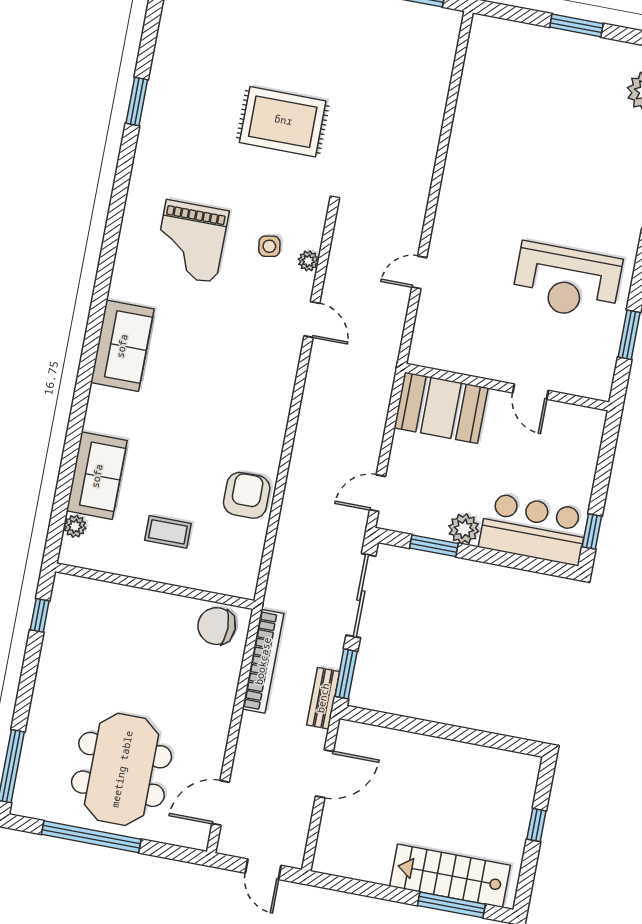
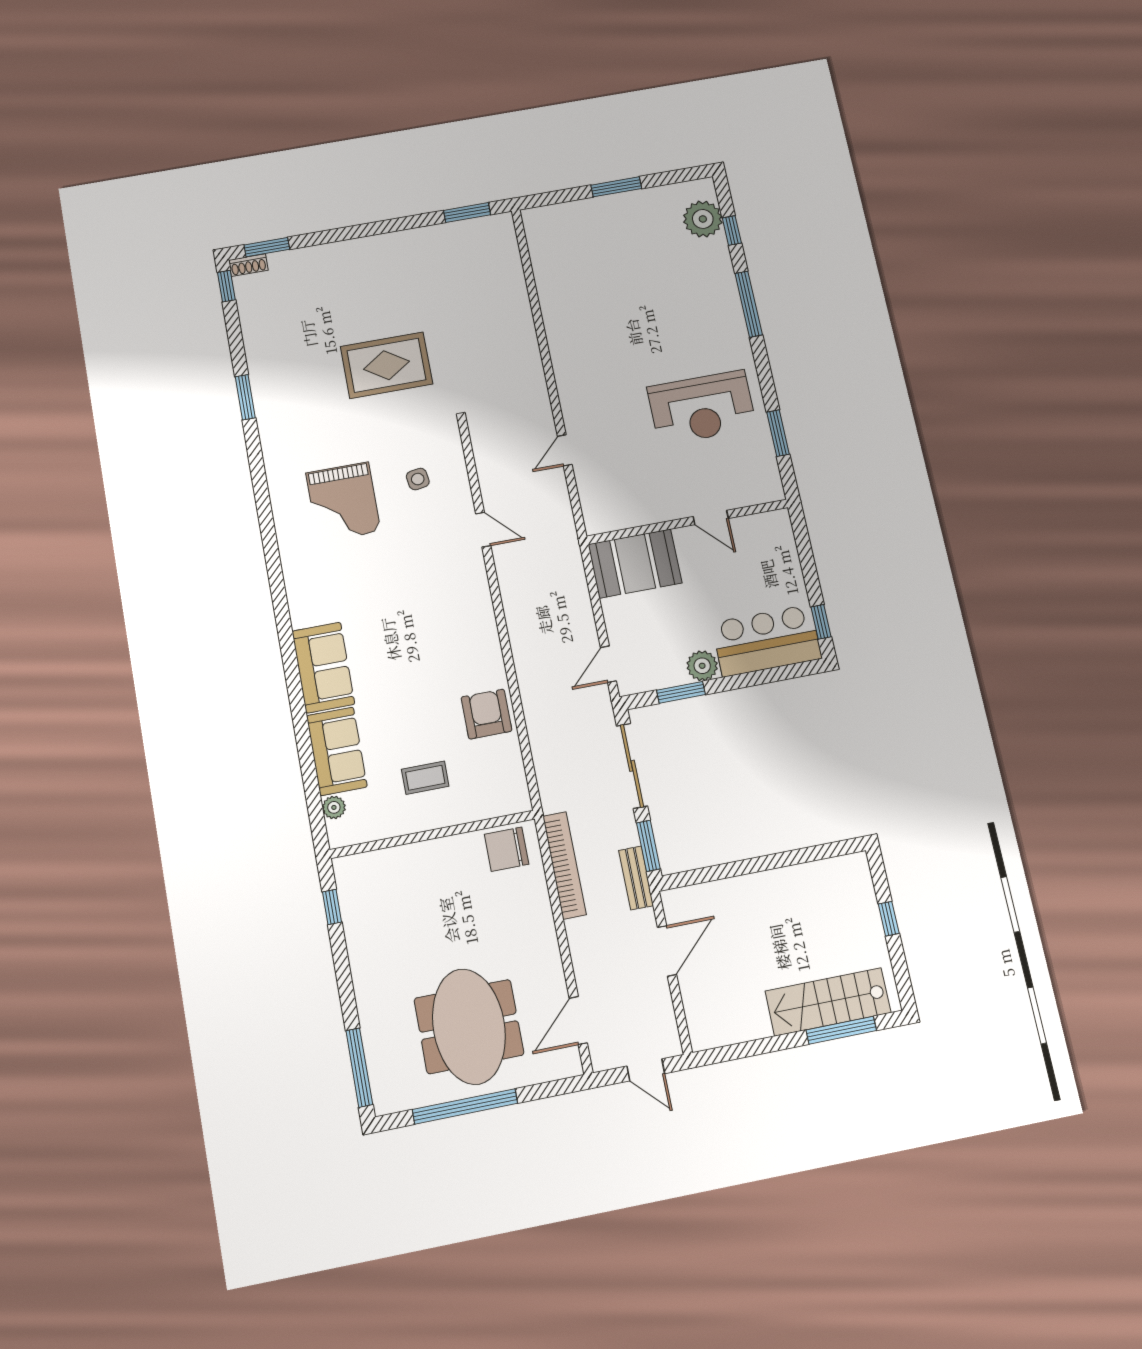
plant: (308, 261) -> (459, 479), removed
sofa: (122, 346) -> (323, 668), moved

